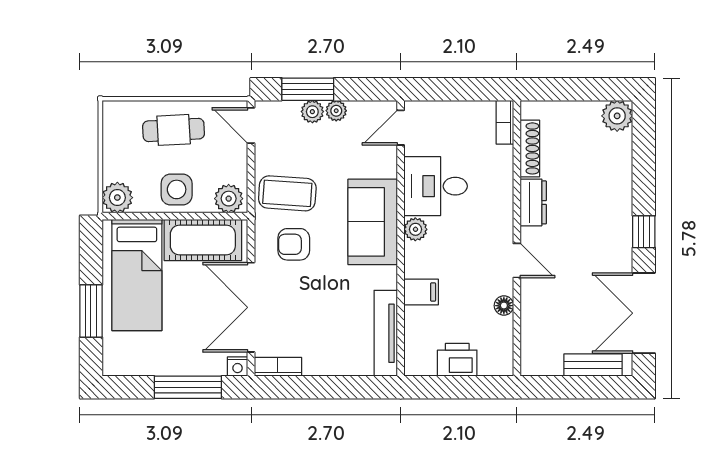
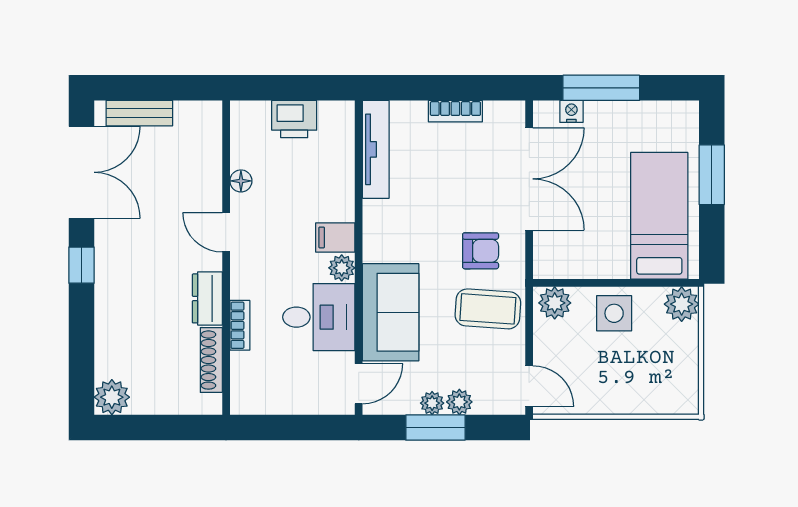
window: (308, 89) -> (435, 428), moved
bookcase: (505, 122) -> (240, 325), moved
cafe table: (174, 130) -> (618, 381), removed
sofa: (373, 222) -> (391, 312), moved
cot: (203, 240) -> (584, 256), removed
filing cabinet: (421, 292) -> (335, 237), moved
nightstand: (238, 367) -> (571, 111), moved
bookcase: (278, 367) -> (455, 111), moved

